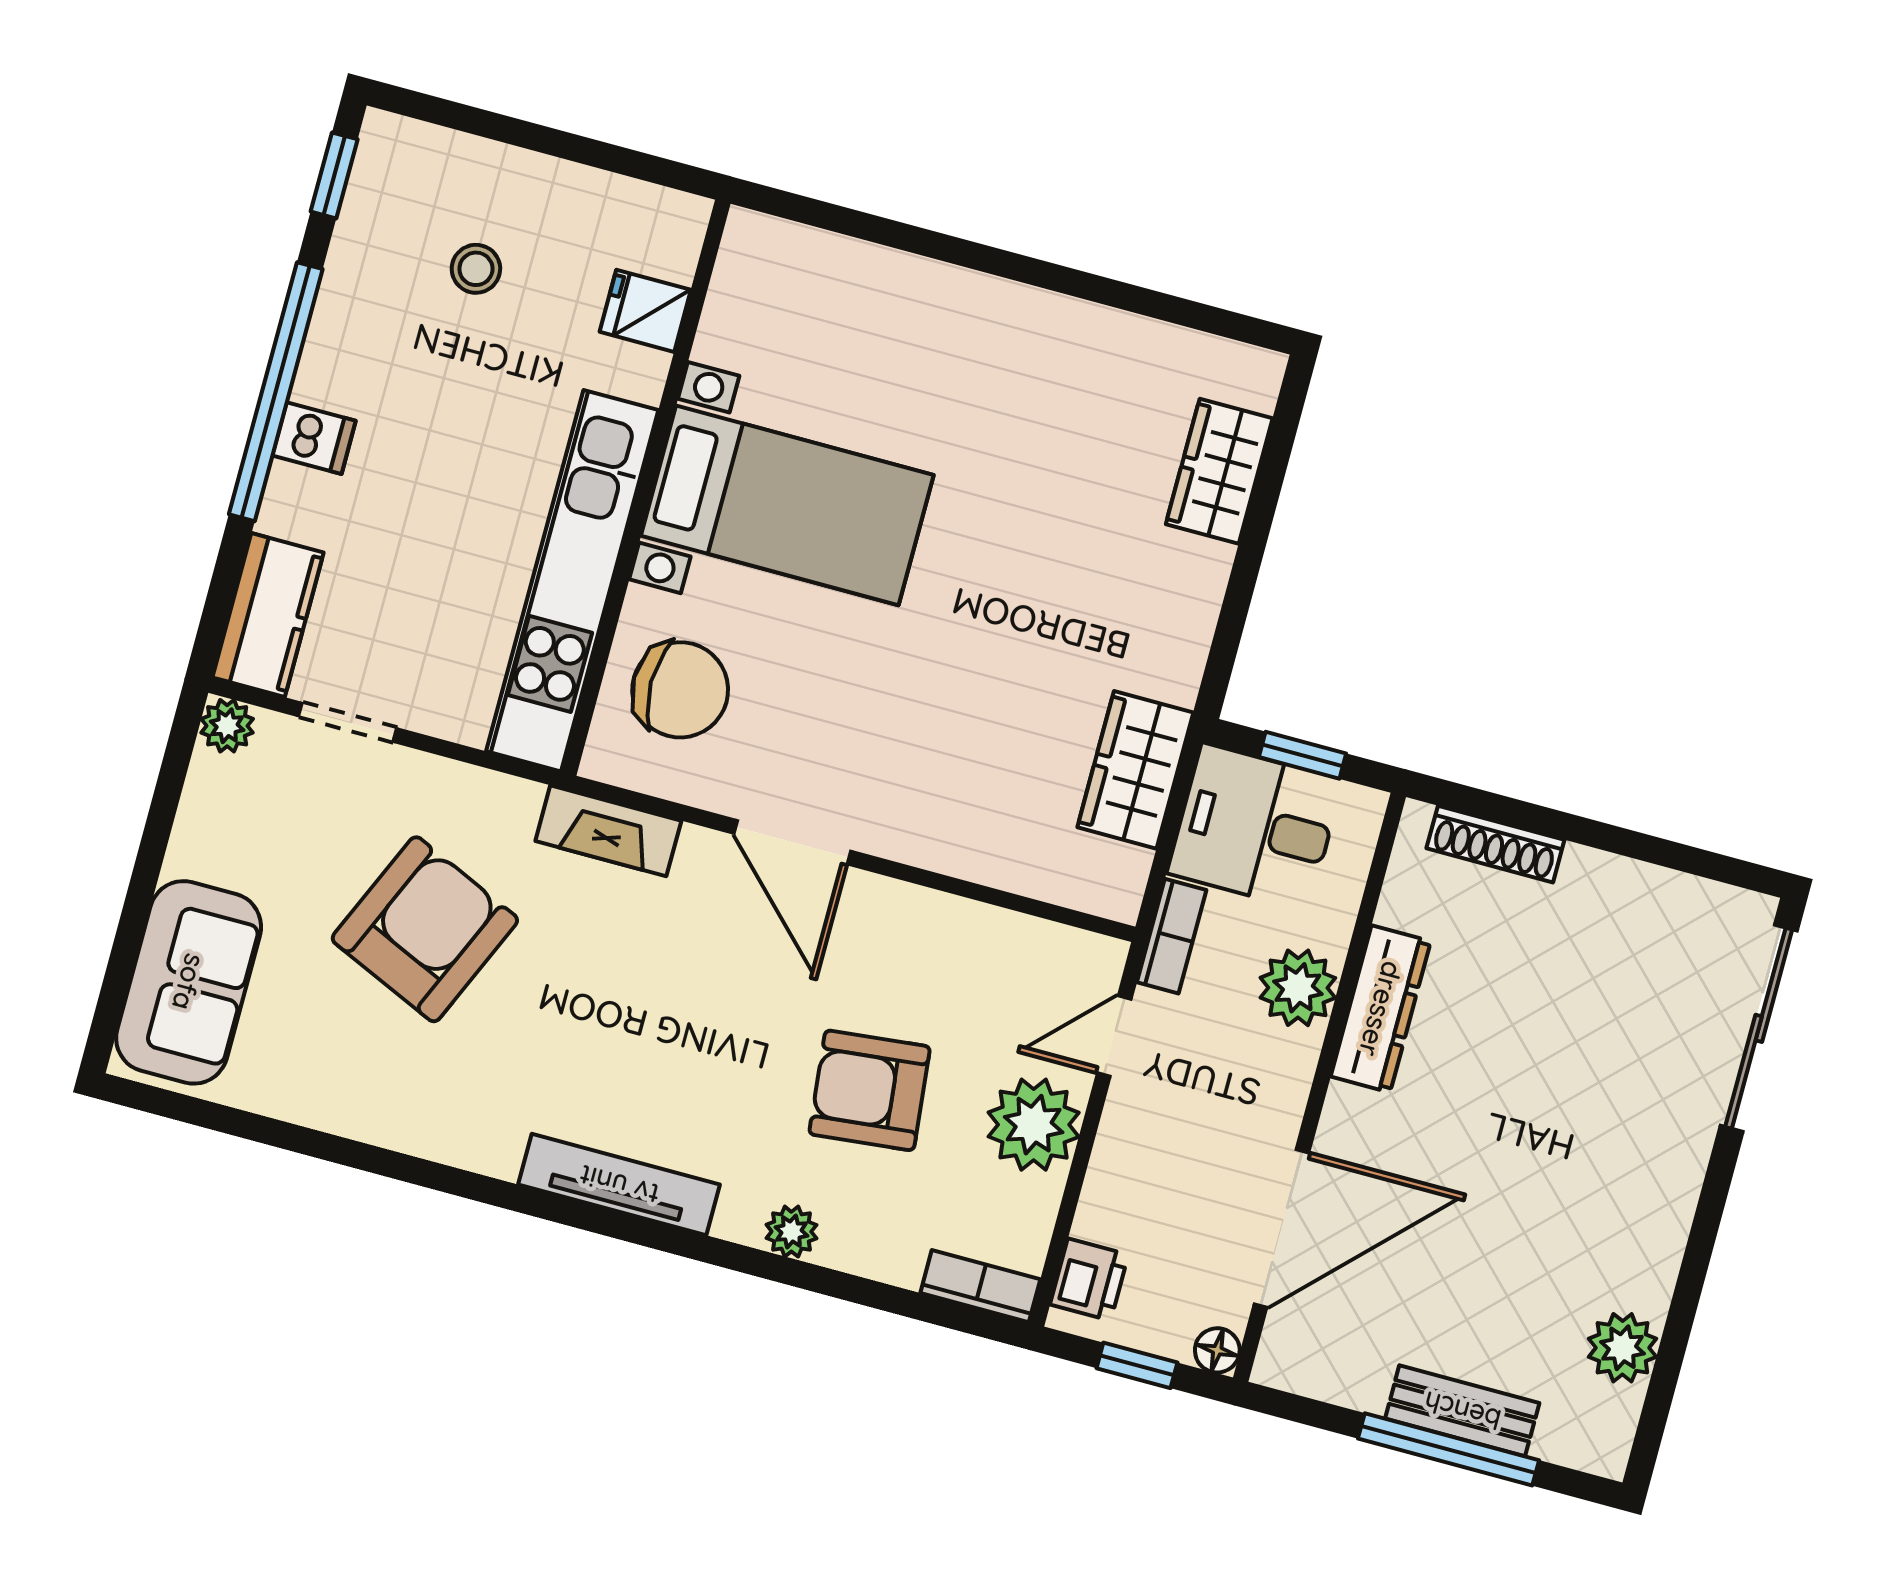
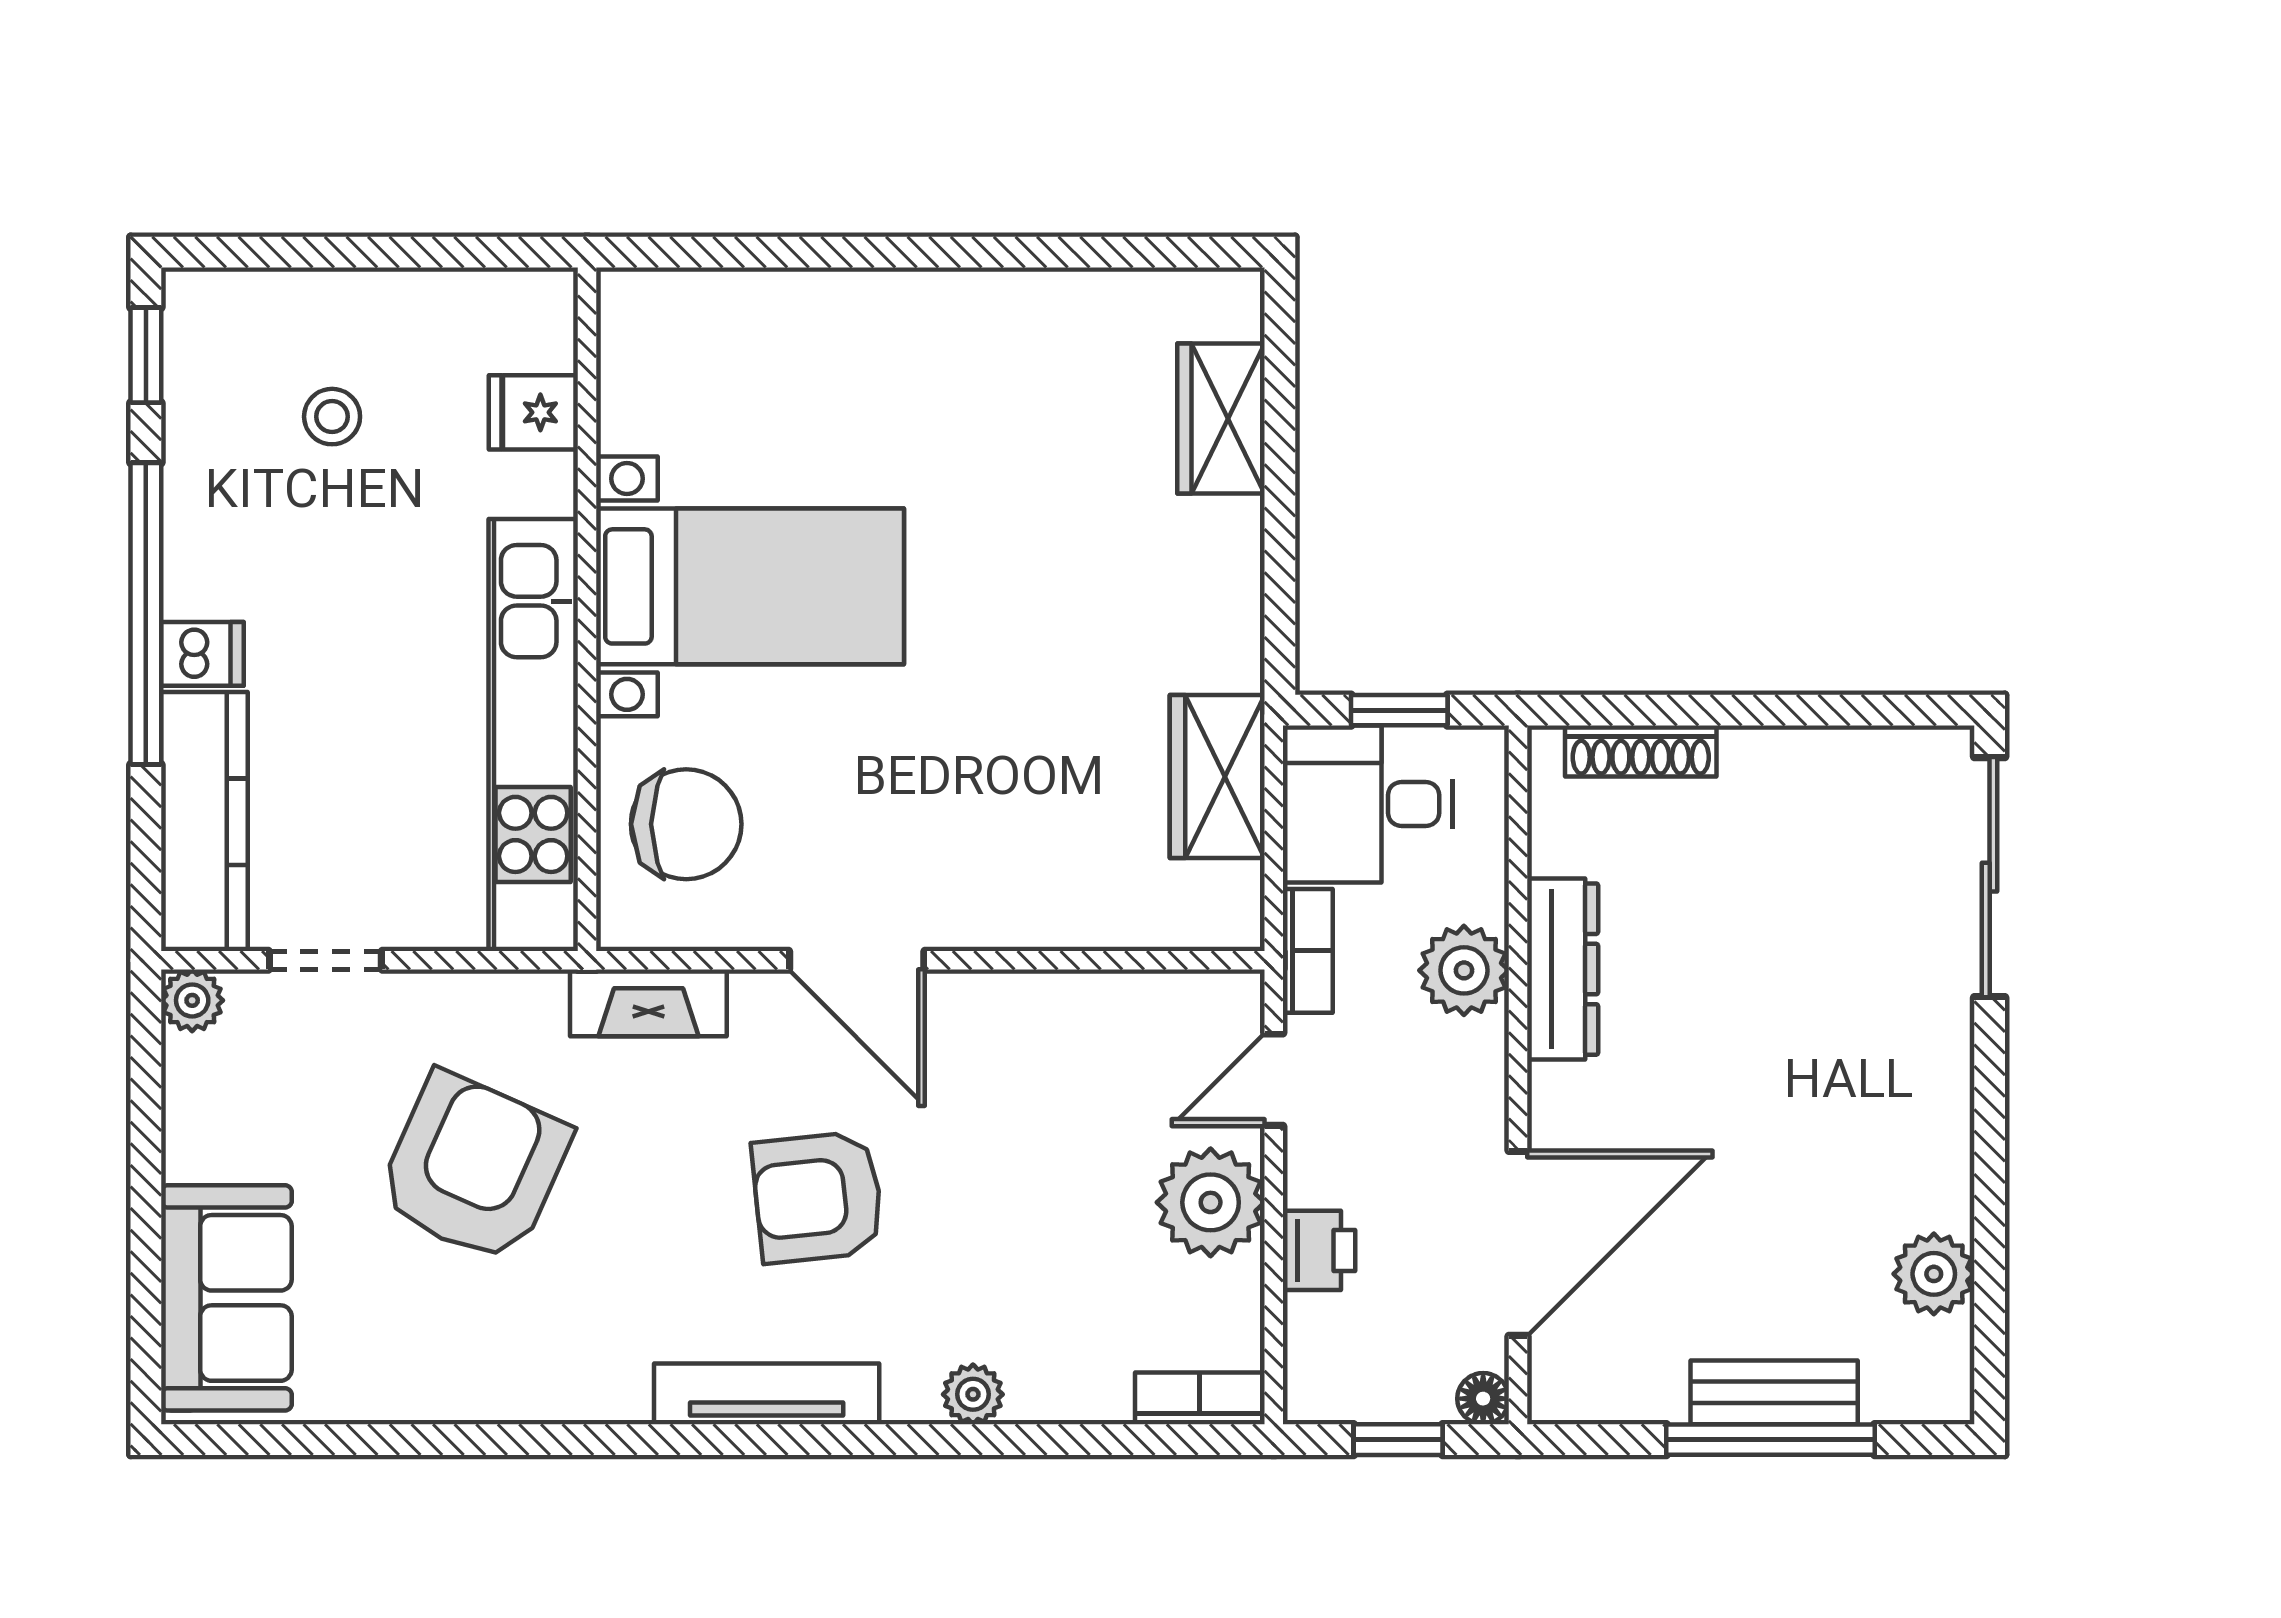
kitchen counter: (268, 615) -> (204, 822), width x1.50
armchair: (870, 1090) -> (818, 1197), moved
printer: (1089, 1279) -> (1319, 1250), moved

